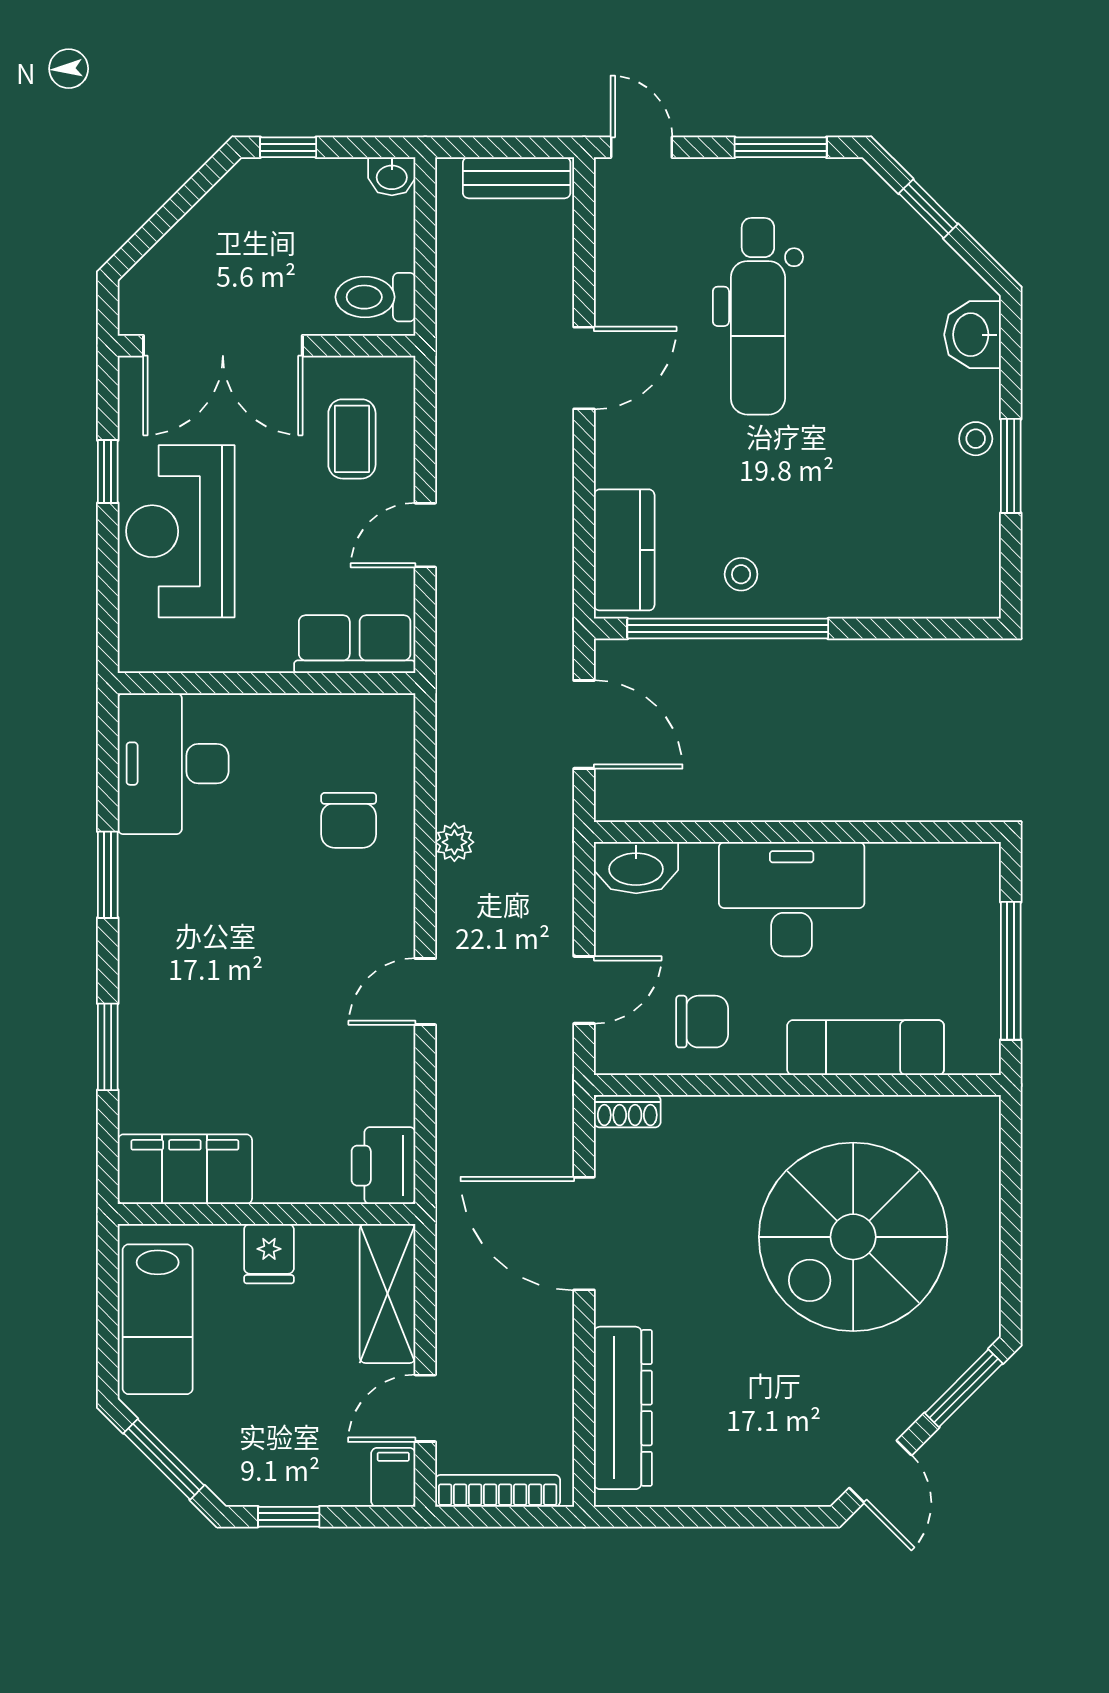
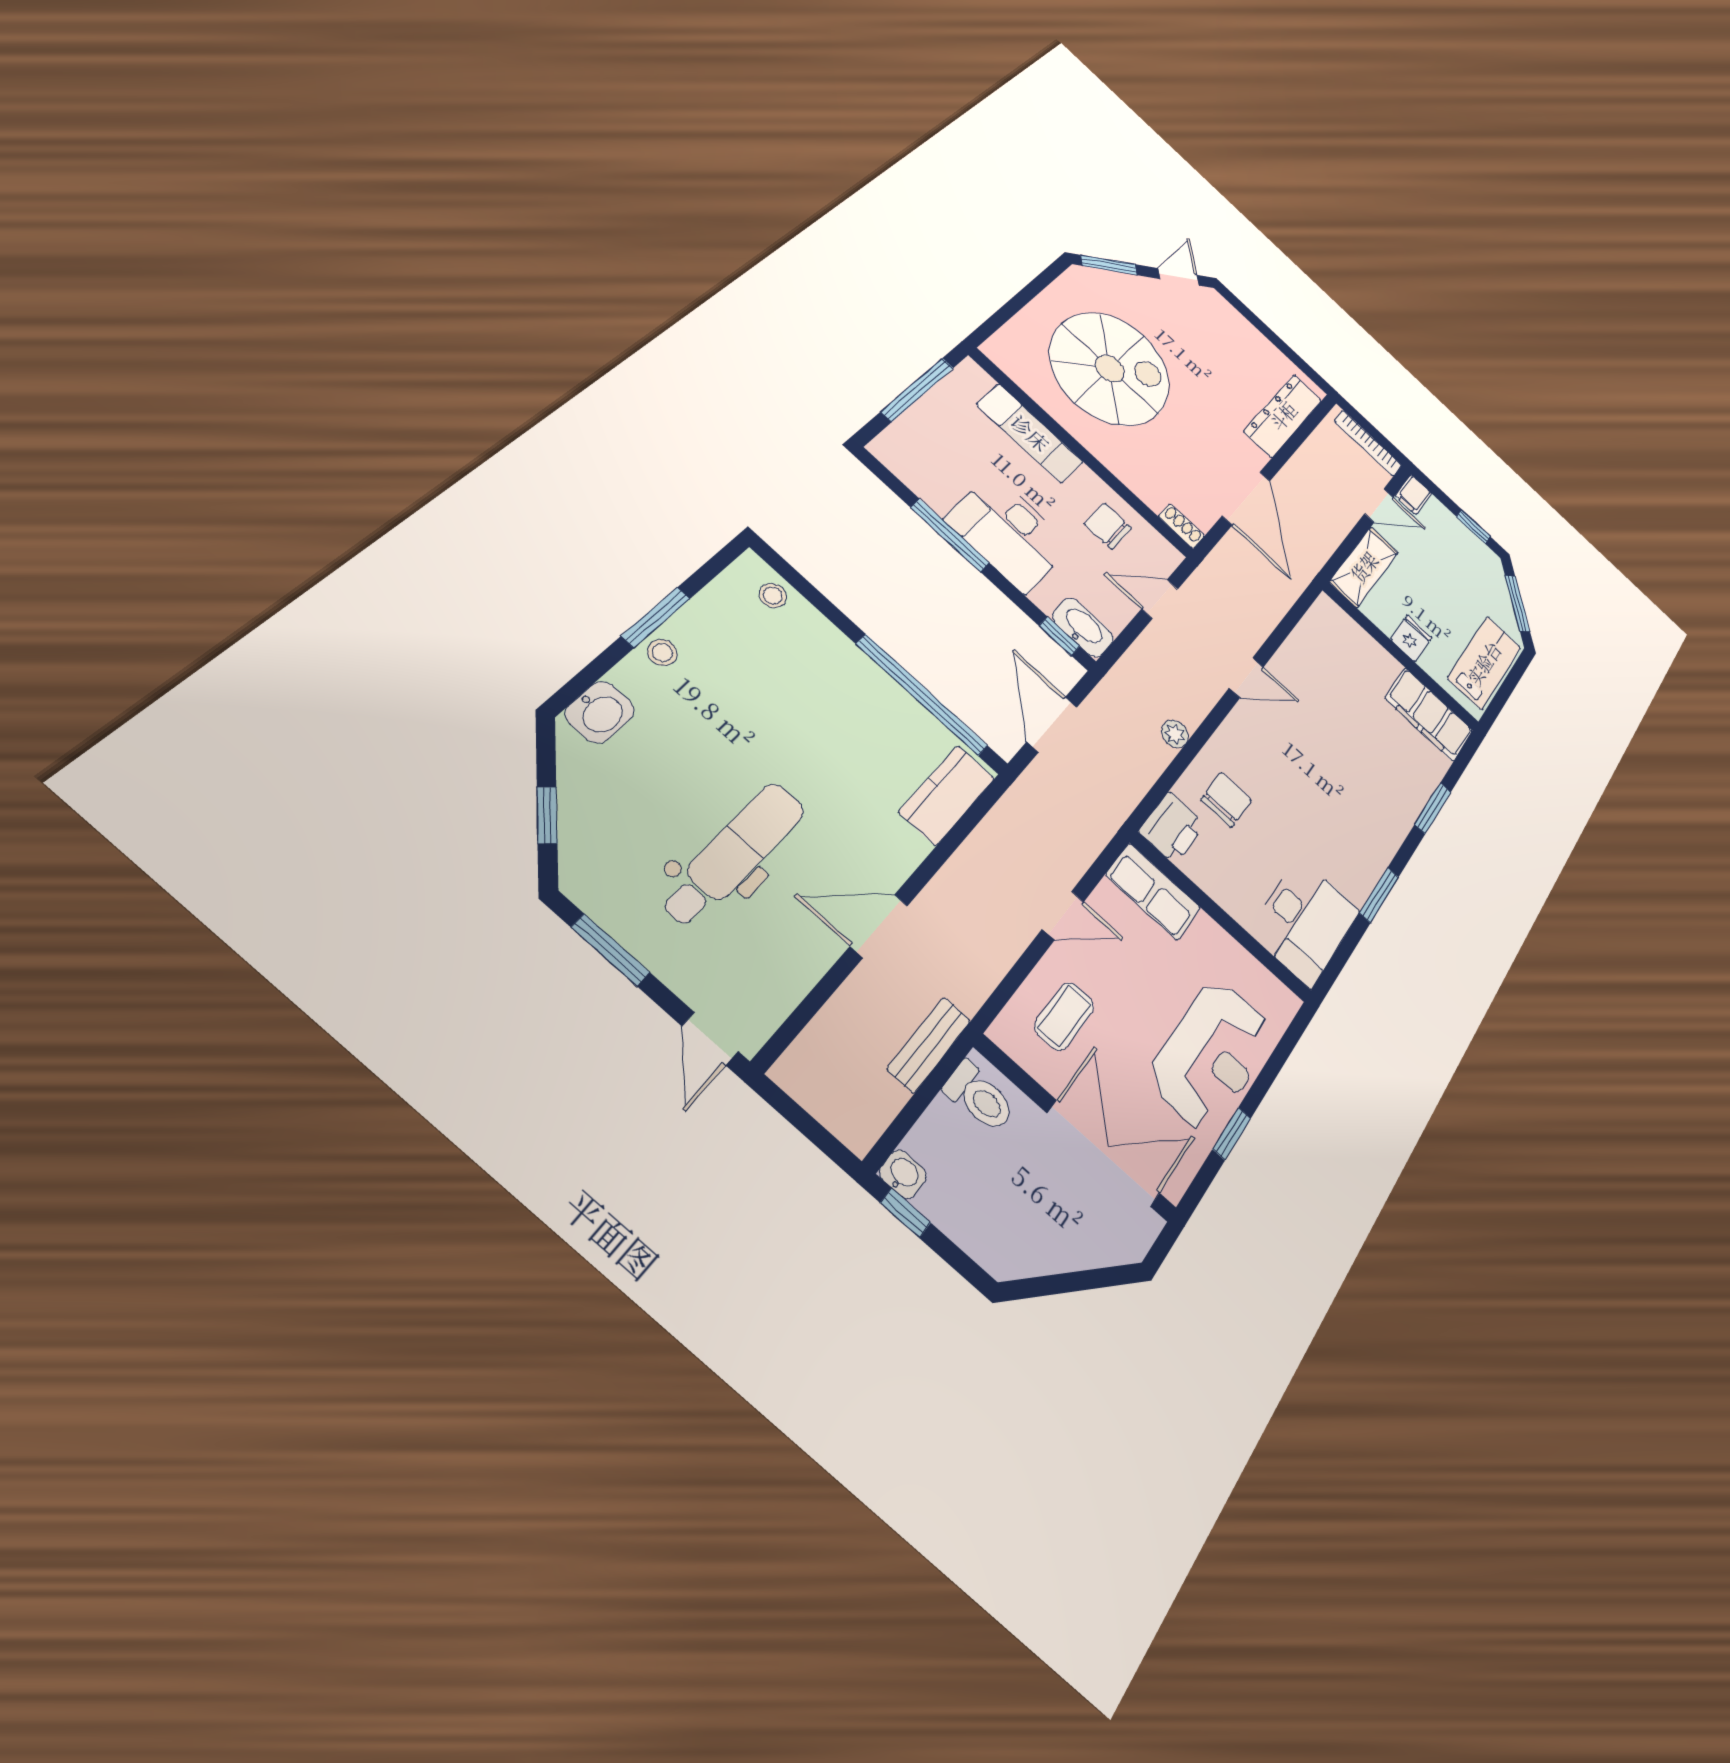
window: (288, 147) -> (905, 1213), moved
bench: (517, 178) -> (929, 1045), moved, turned 90
stool: (741, 574) -> (773, 596), moved
window: (651, 832) -> (1059, 636), added
window: (843, 832) -> (950, 535), added
printer: (383, 1166) -> (1172, 828), moved

